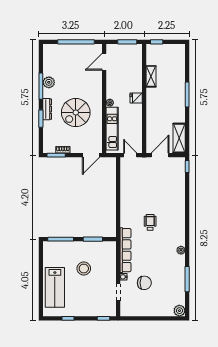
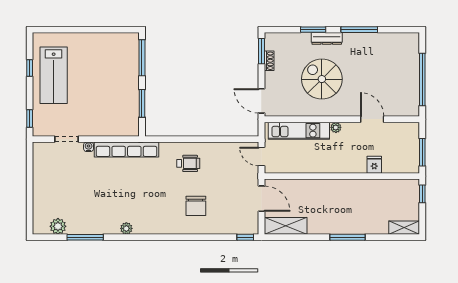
door: (104, 62) -> (372, 119), moved
shelving: (151, 76) -> (404, 228), moved
plant: (49, 82) -> (365, 41), removed
fridge: (136, 98) -> (374, 165), moved
door: (130, 155) -> (261, 157), swing flipped
wheelchair: (150, 222) -> (188, 163), moved
stool: (84, 269) -> (100, 90), removed
chair: (144, 283) -> (196, 206), moved
lab bench: (55, 287) -> (54, 75), moved, turned -90
plant: (179, 311) -> (58, 226), moved

